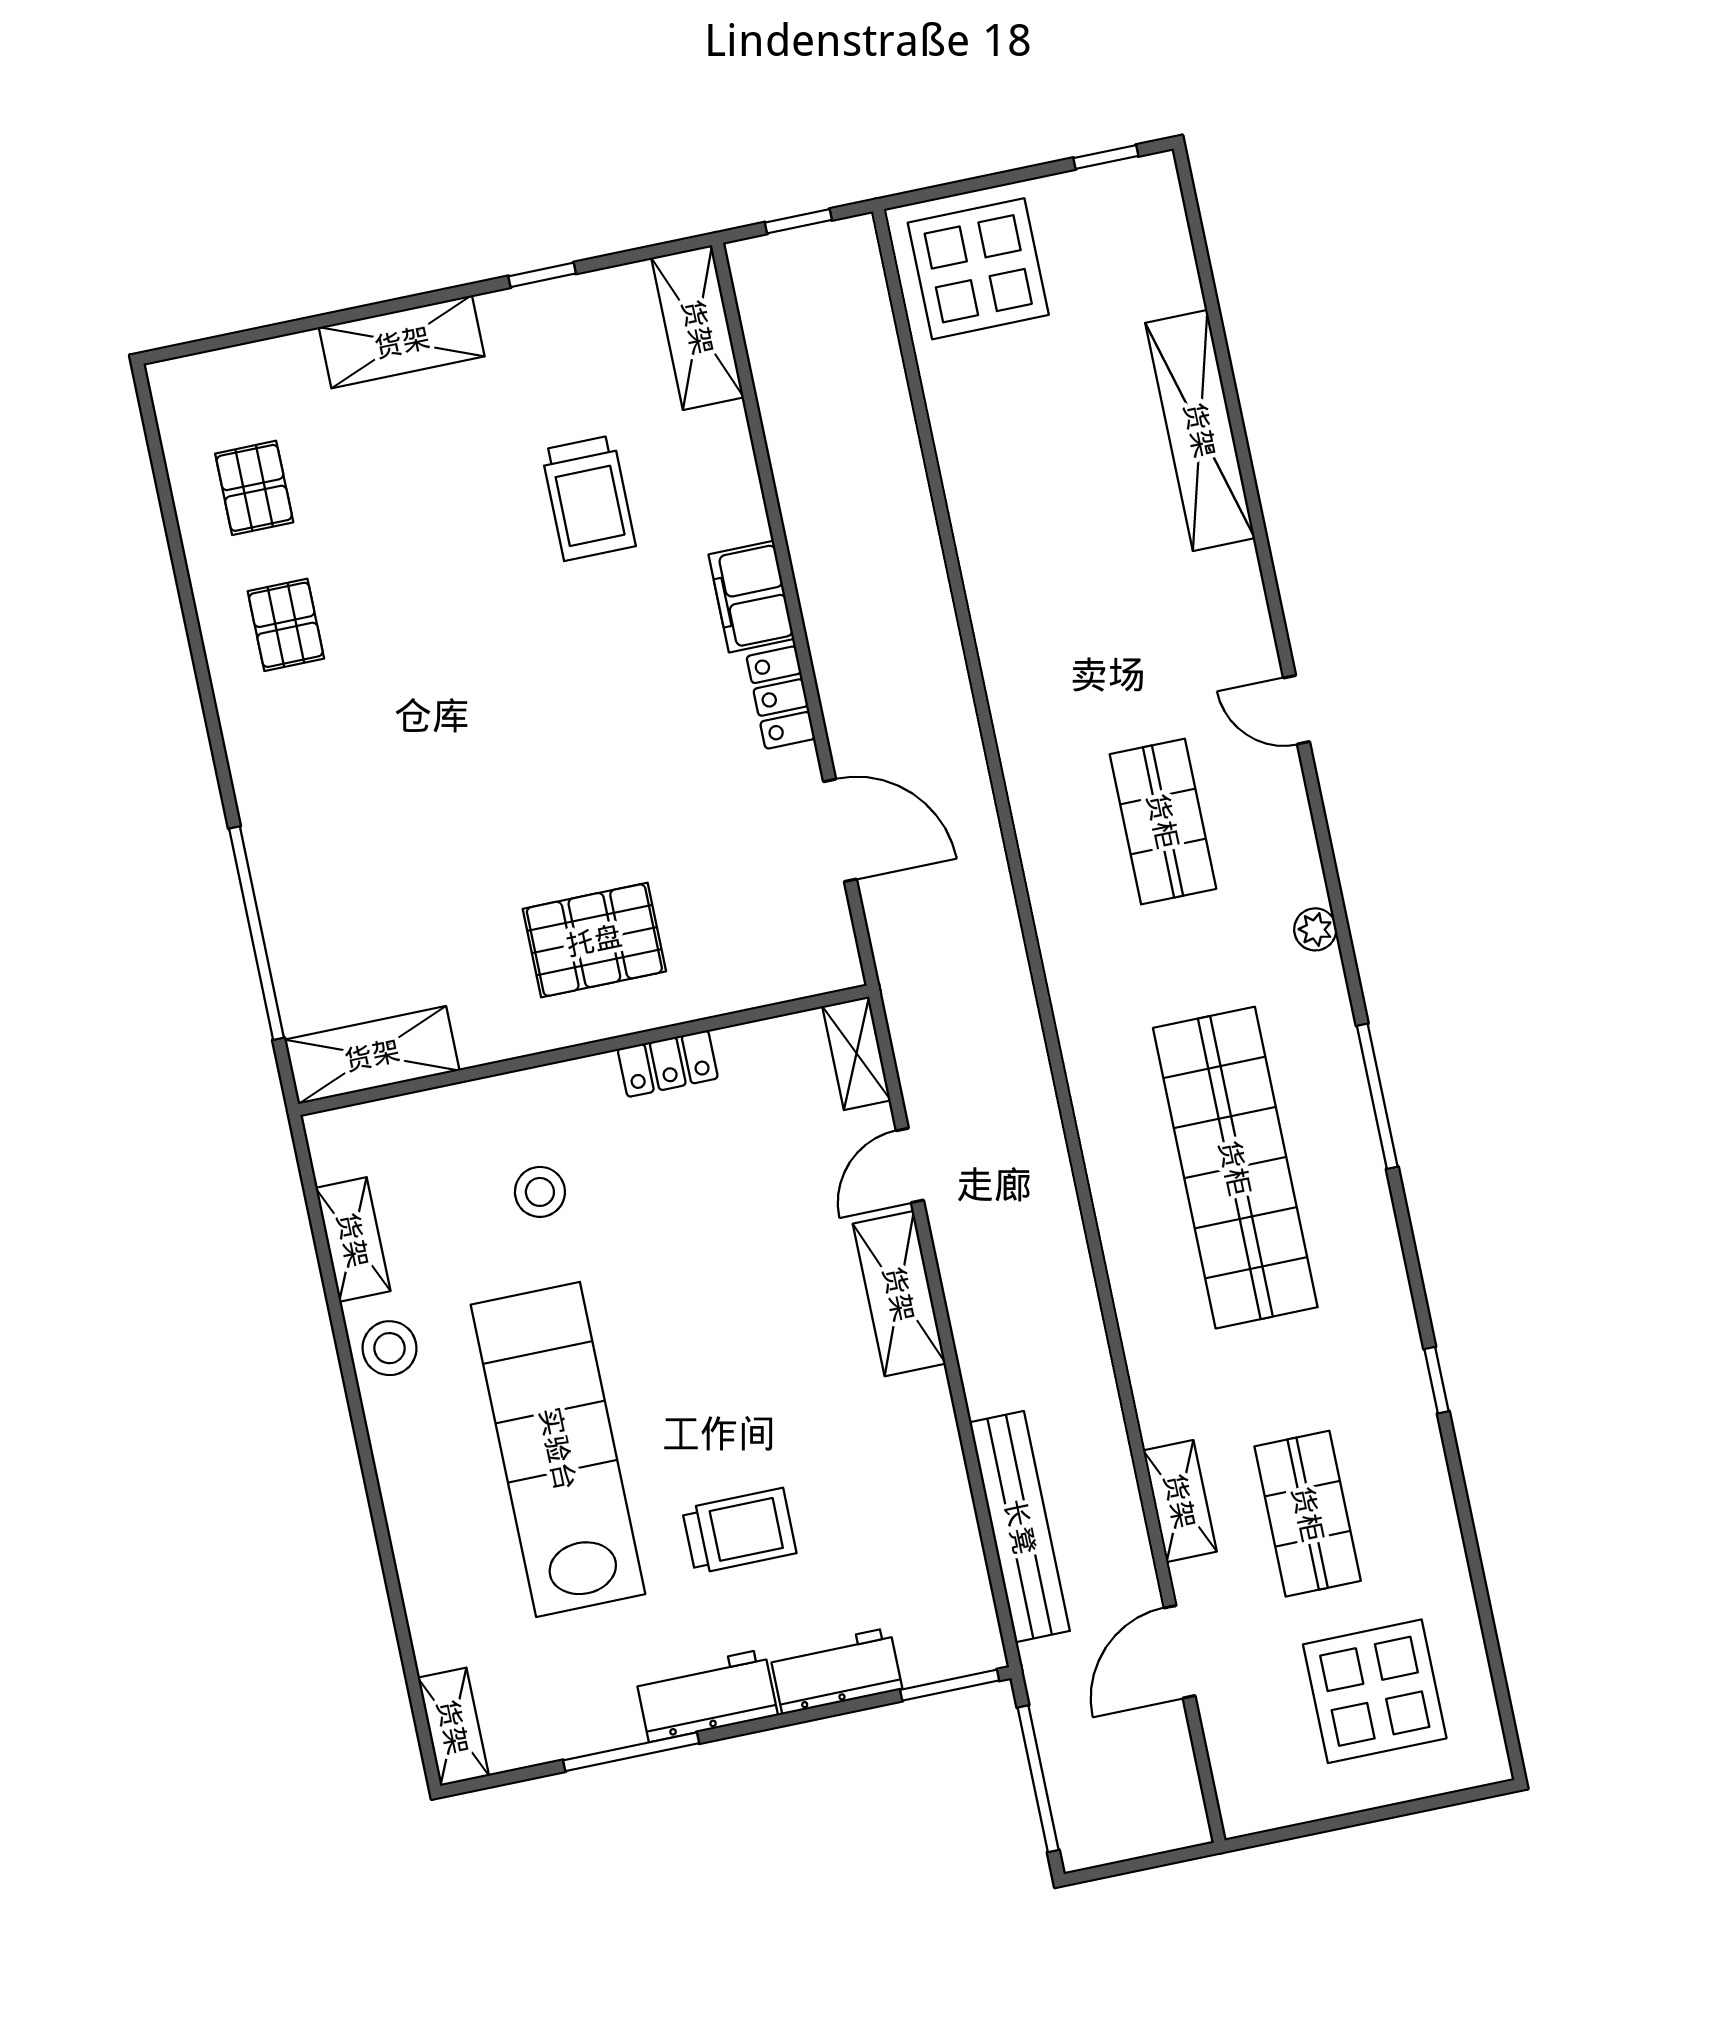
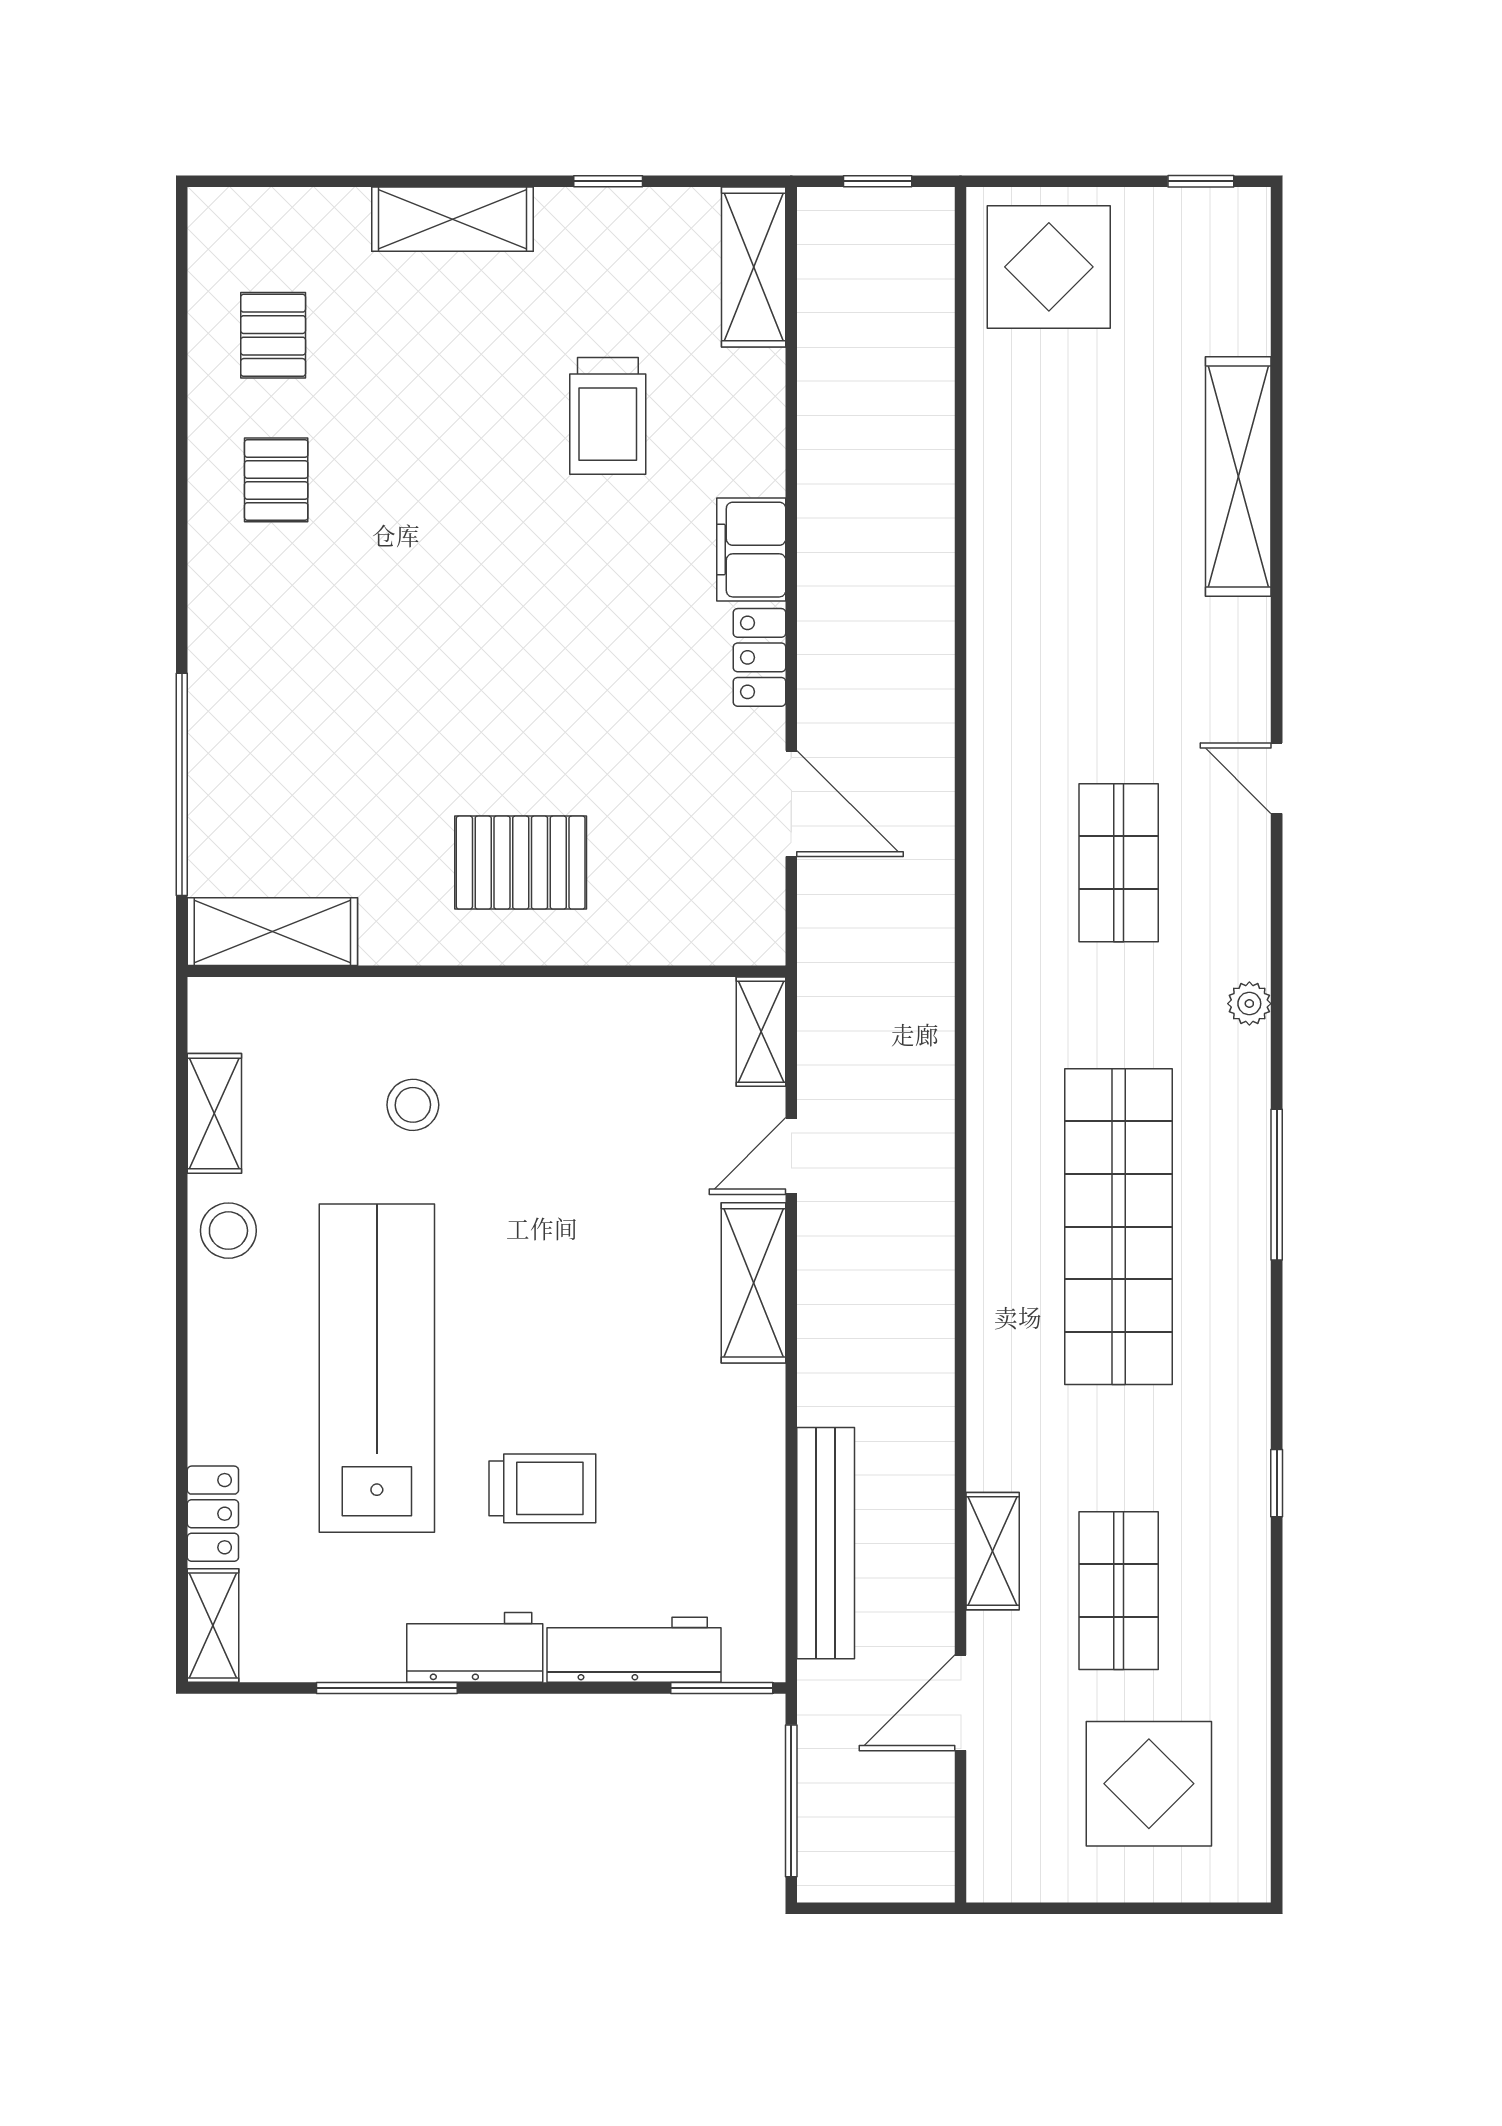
locker: (668, 1064) -> (213, 1514), moved, turned -90
workbench: (836, 1671) -> (634, 1650), width x1.37

